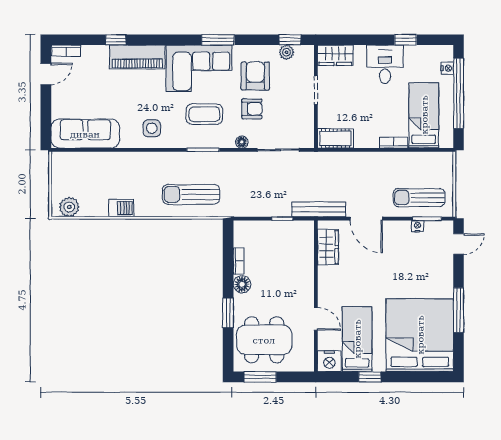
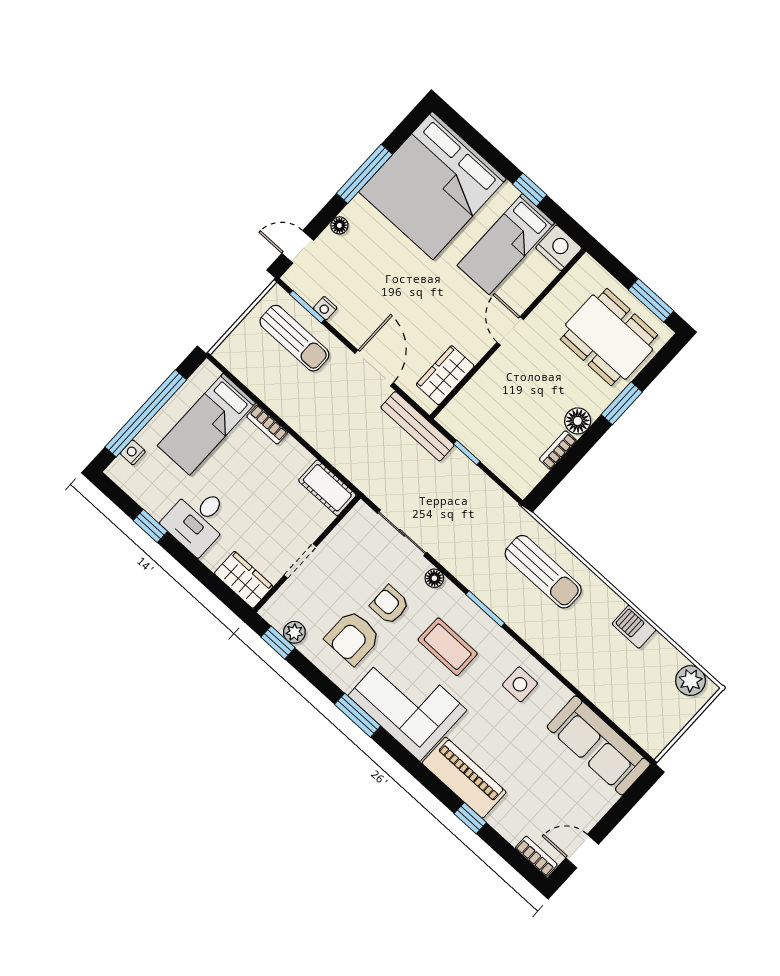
floor lamp: (448, 273) -> (339, 225), added
door: (316, 319) -> (510, 331), moved

